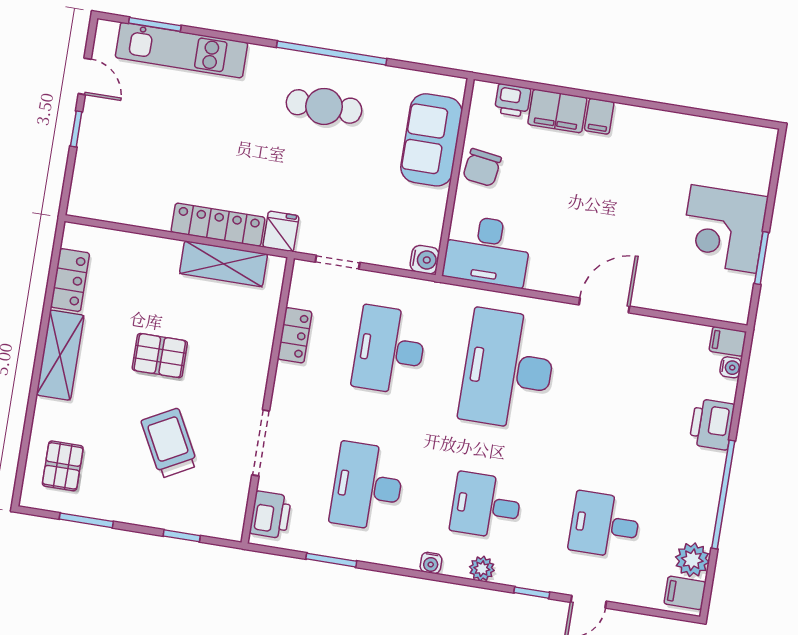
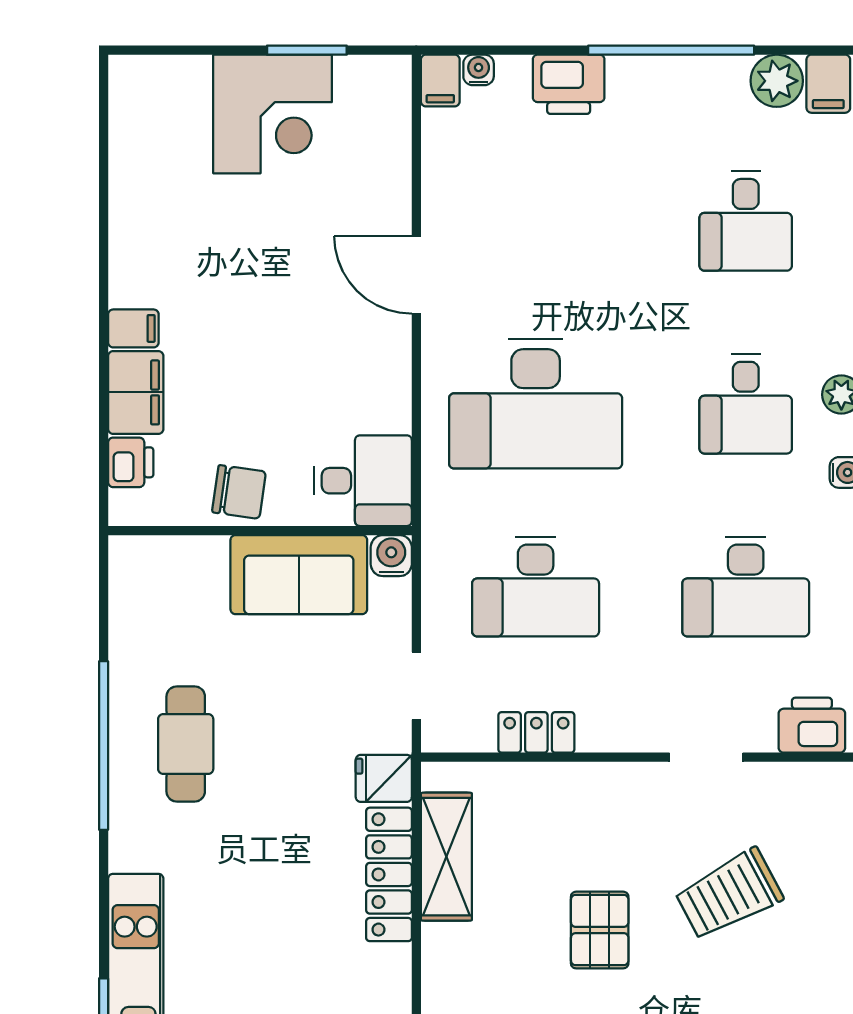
sofa: (431, 140) -> (299, 575), moved
desk: (487, 251) -> (363, 481), width x0.73
doorway: (261, 443) -> (706, 757), width x0.73

